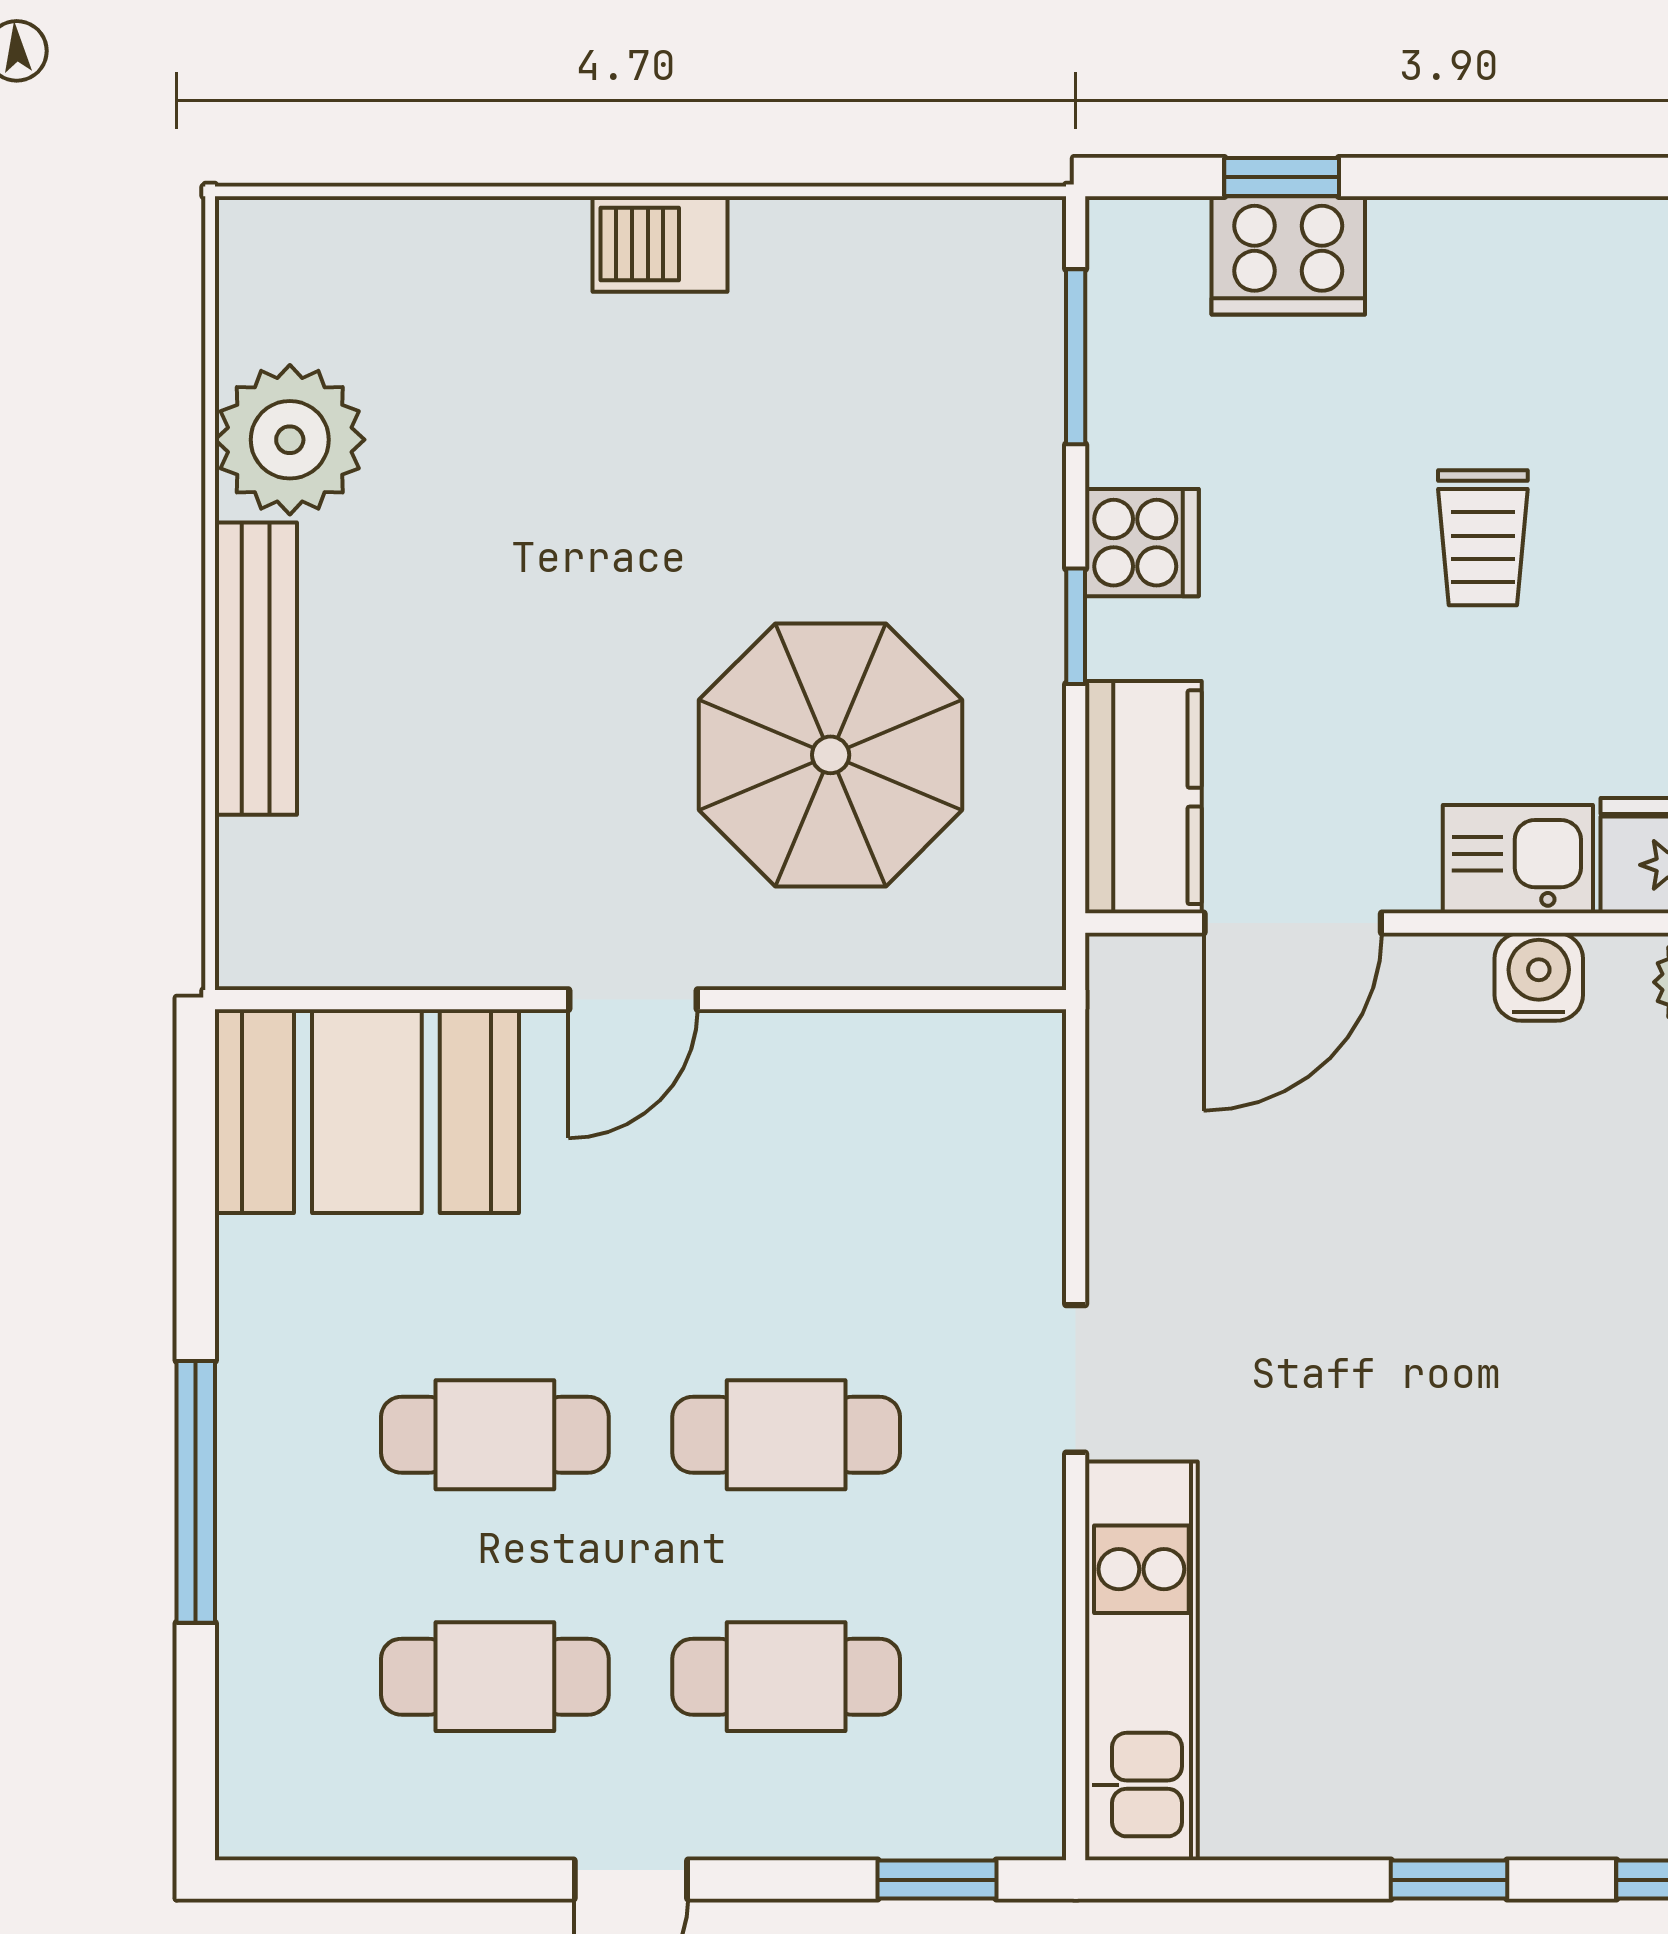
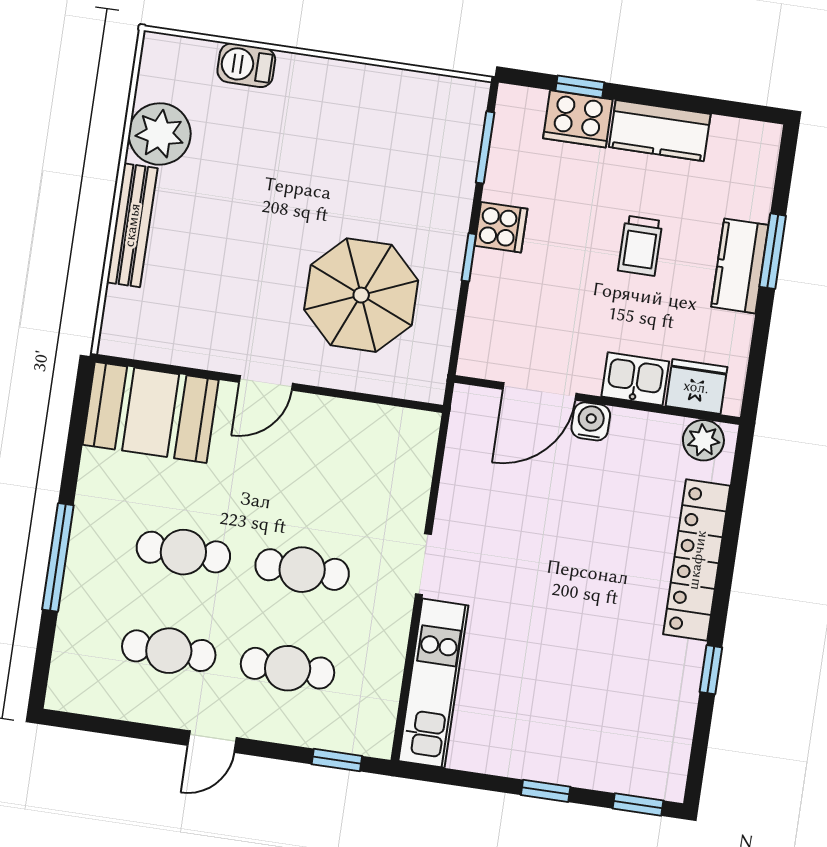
barbecue: (660, 244) -> (246, 65), moved
kitchen counter: (1143, 797) -> (660, 131), moved, turned 90
water cooler: (1539, 977) -> (591, 421), moved

